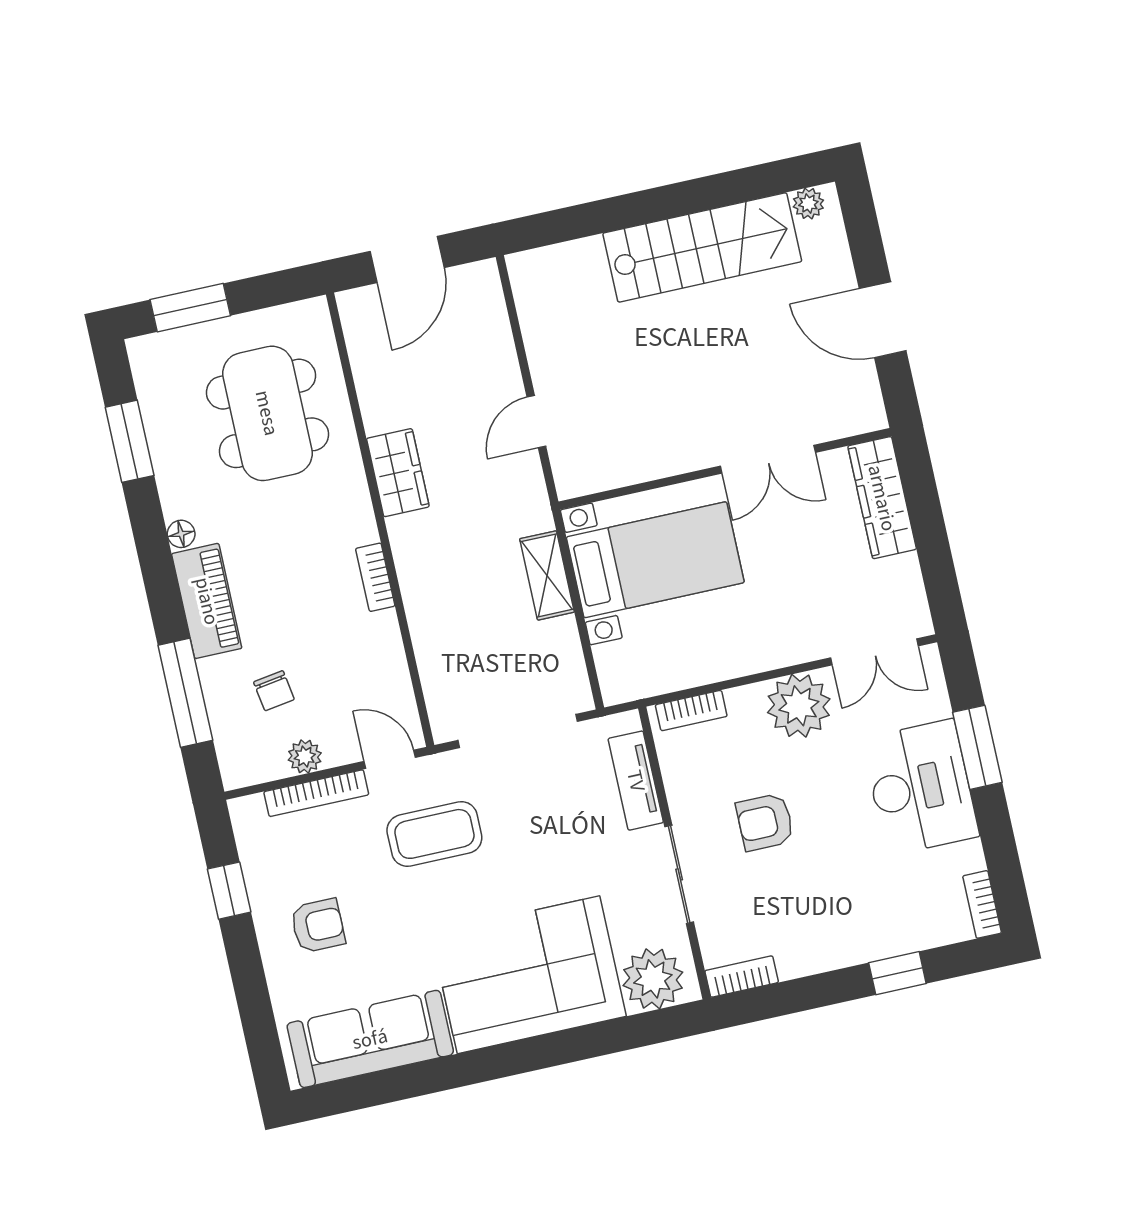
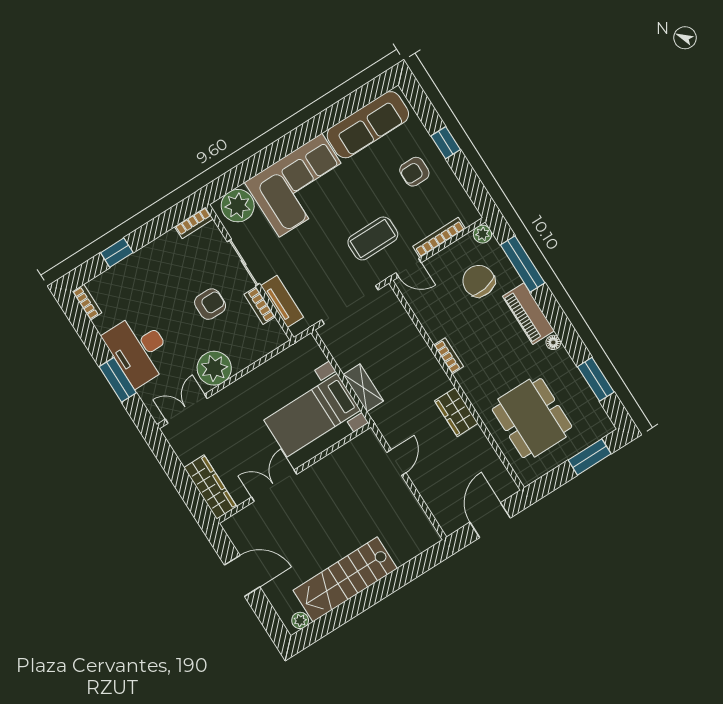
chair: (274, 691) -> (479, 281), width x1.87, depth x1.87
bookcase: (691, 711) -> (260, 306), moved, turned -90
plant: (305, 756) -> (482, 234), moved
window: (229, 891) -> (446, 143), moved

